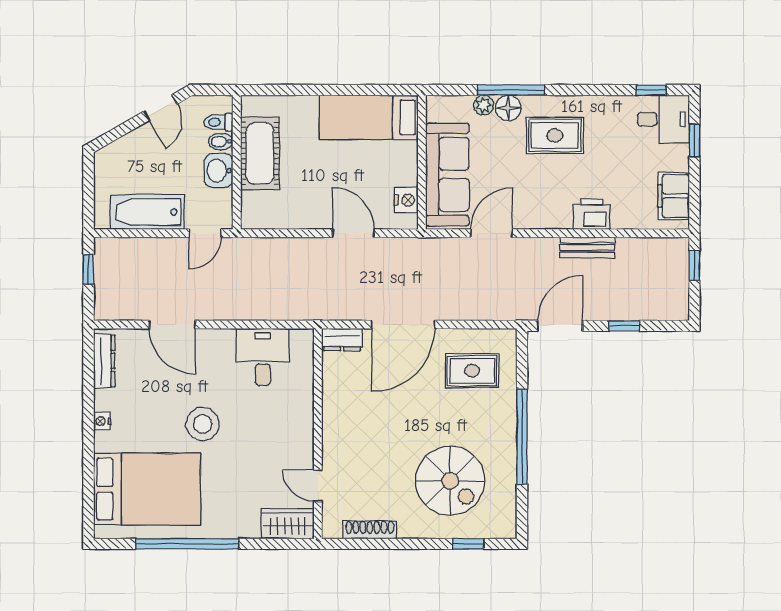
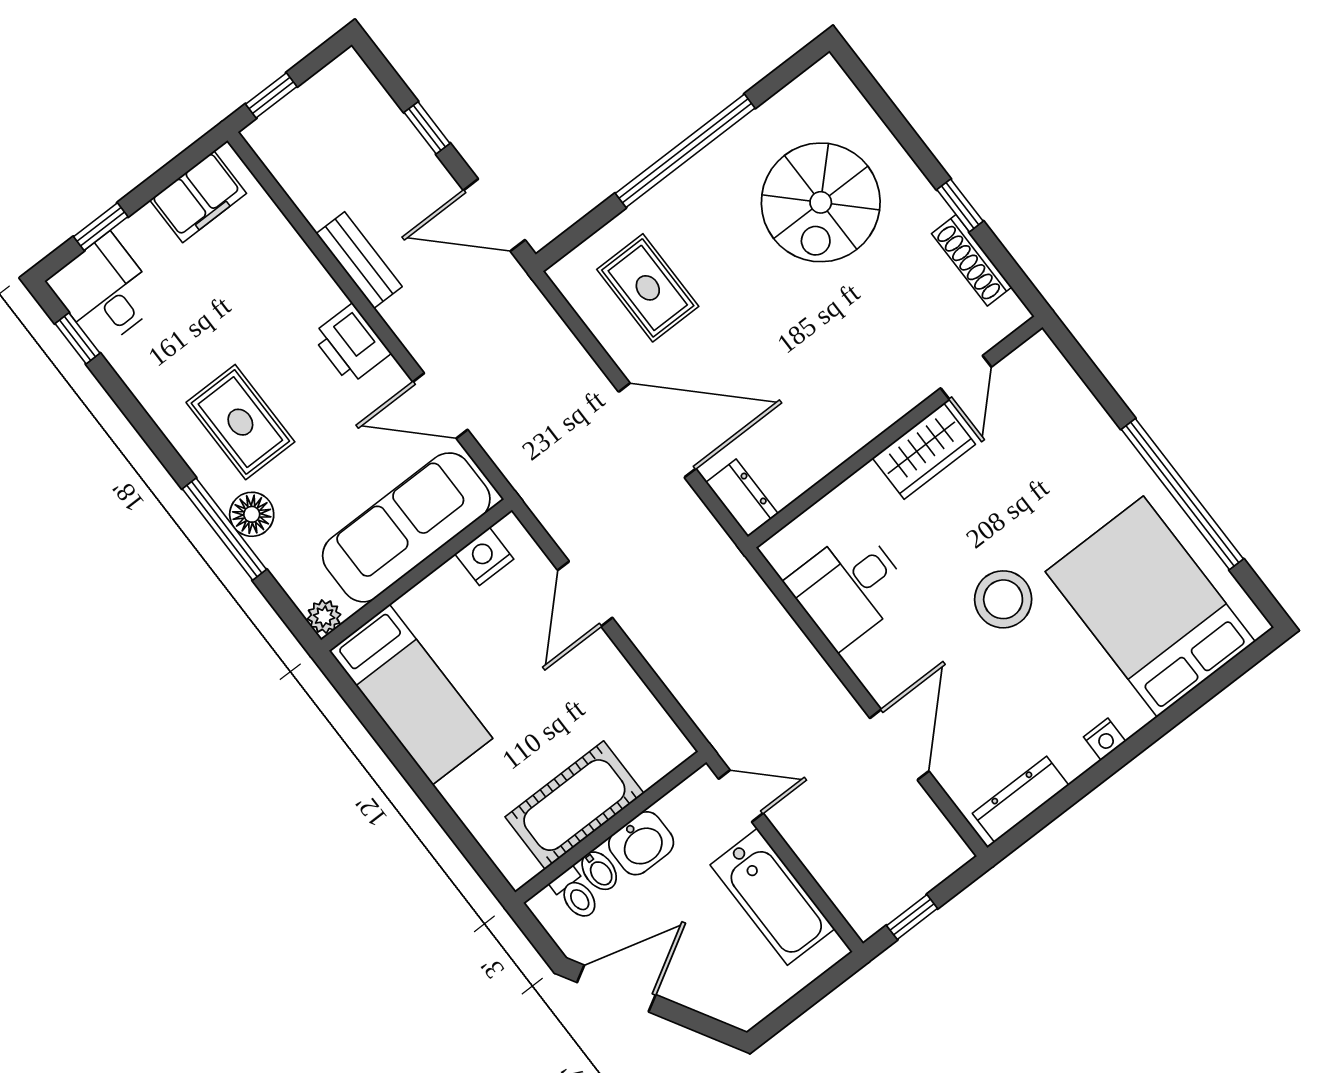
plant: (484, 105) -> (324, 617), moved
door: (160, 108) -> (616, 989), width x1.38
printer: (592, 214) -> (351, 344), moved
spiral stairs: (450, 481) -> (821, 202), turned 180
wardrobe: (288, 524) -> (924, 451), moved, turned -90
window: (468, 544) -> (960, 205), moved

